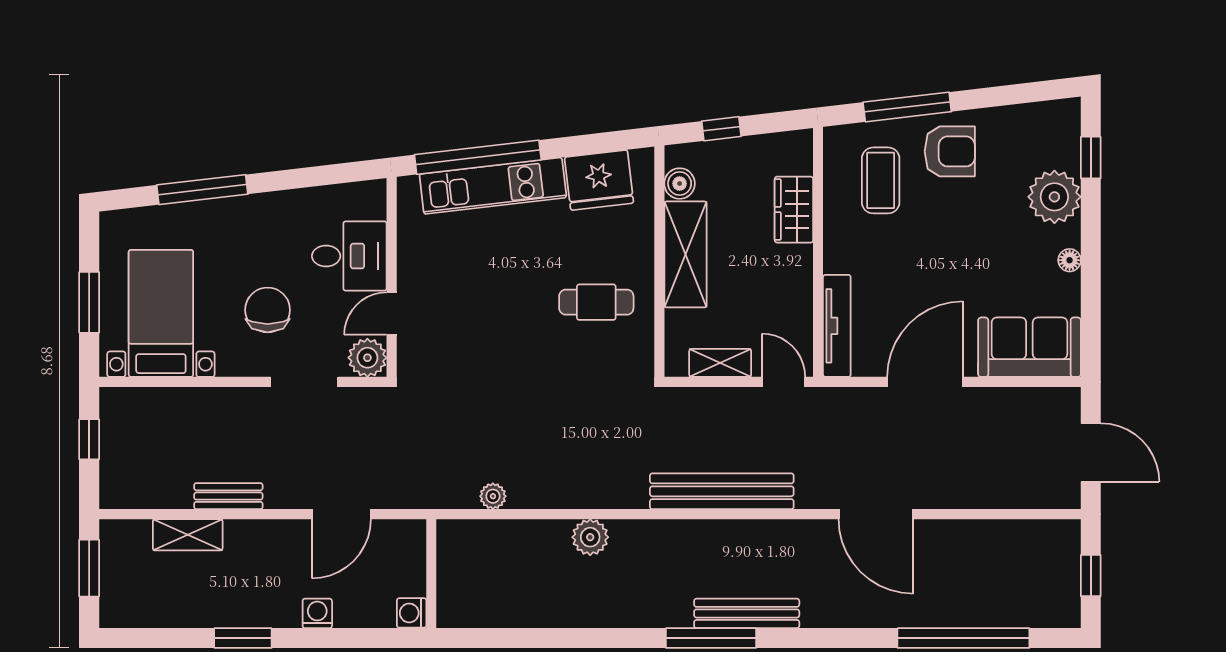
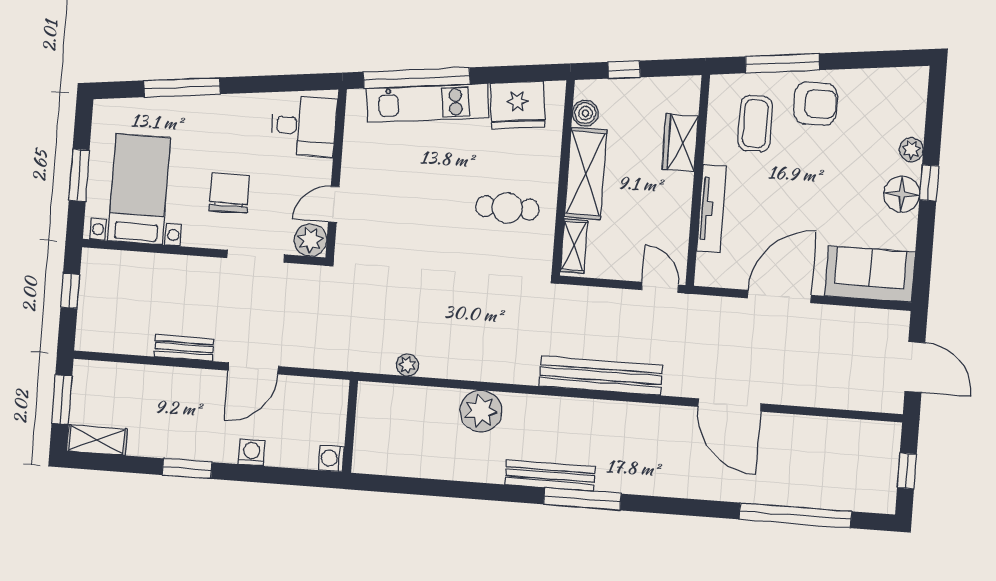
window: (1091, 158) -> (929, 183), moved
plant: (1054, 197) -> (911, 150), width x0.53, depth x0.53
desk: (349, 256) -> (304, 126), moved
floor lamp: (1070, 260) -> (902, 194), width x1.89, depth x1.89
tv unit: (837, 326) -> (711, 209), moved
shelving: (720, 363) -> (574, 246), moved, turned 90
door: (341, 514) -> (253, 368), moved
shelving: (188, 535) -> (97, 440), moved
plant: (590, 537) -> (481, 411), width x1.36, depth x1.36
bench: (747, 613) -> (550, 476), moved

